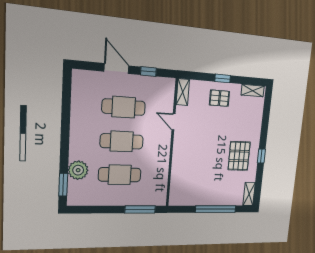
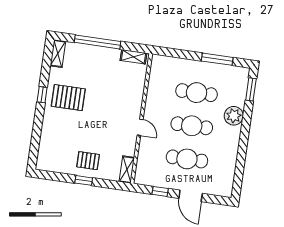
shelving: (253, 91) -> (133, 57), moved
door: (174, 122) -> (140, 127), moved
pallet: (239, 156) -> (68, 98), turned 90
plant: (78, 170) -> (234, 116), moved
window: (140, 209) -> (217, 59), moved

